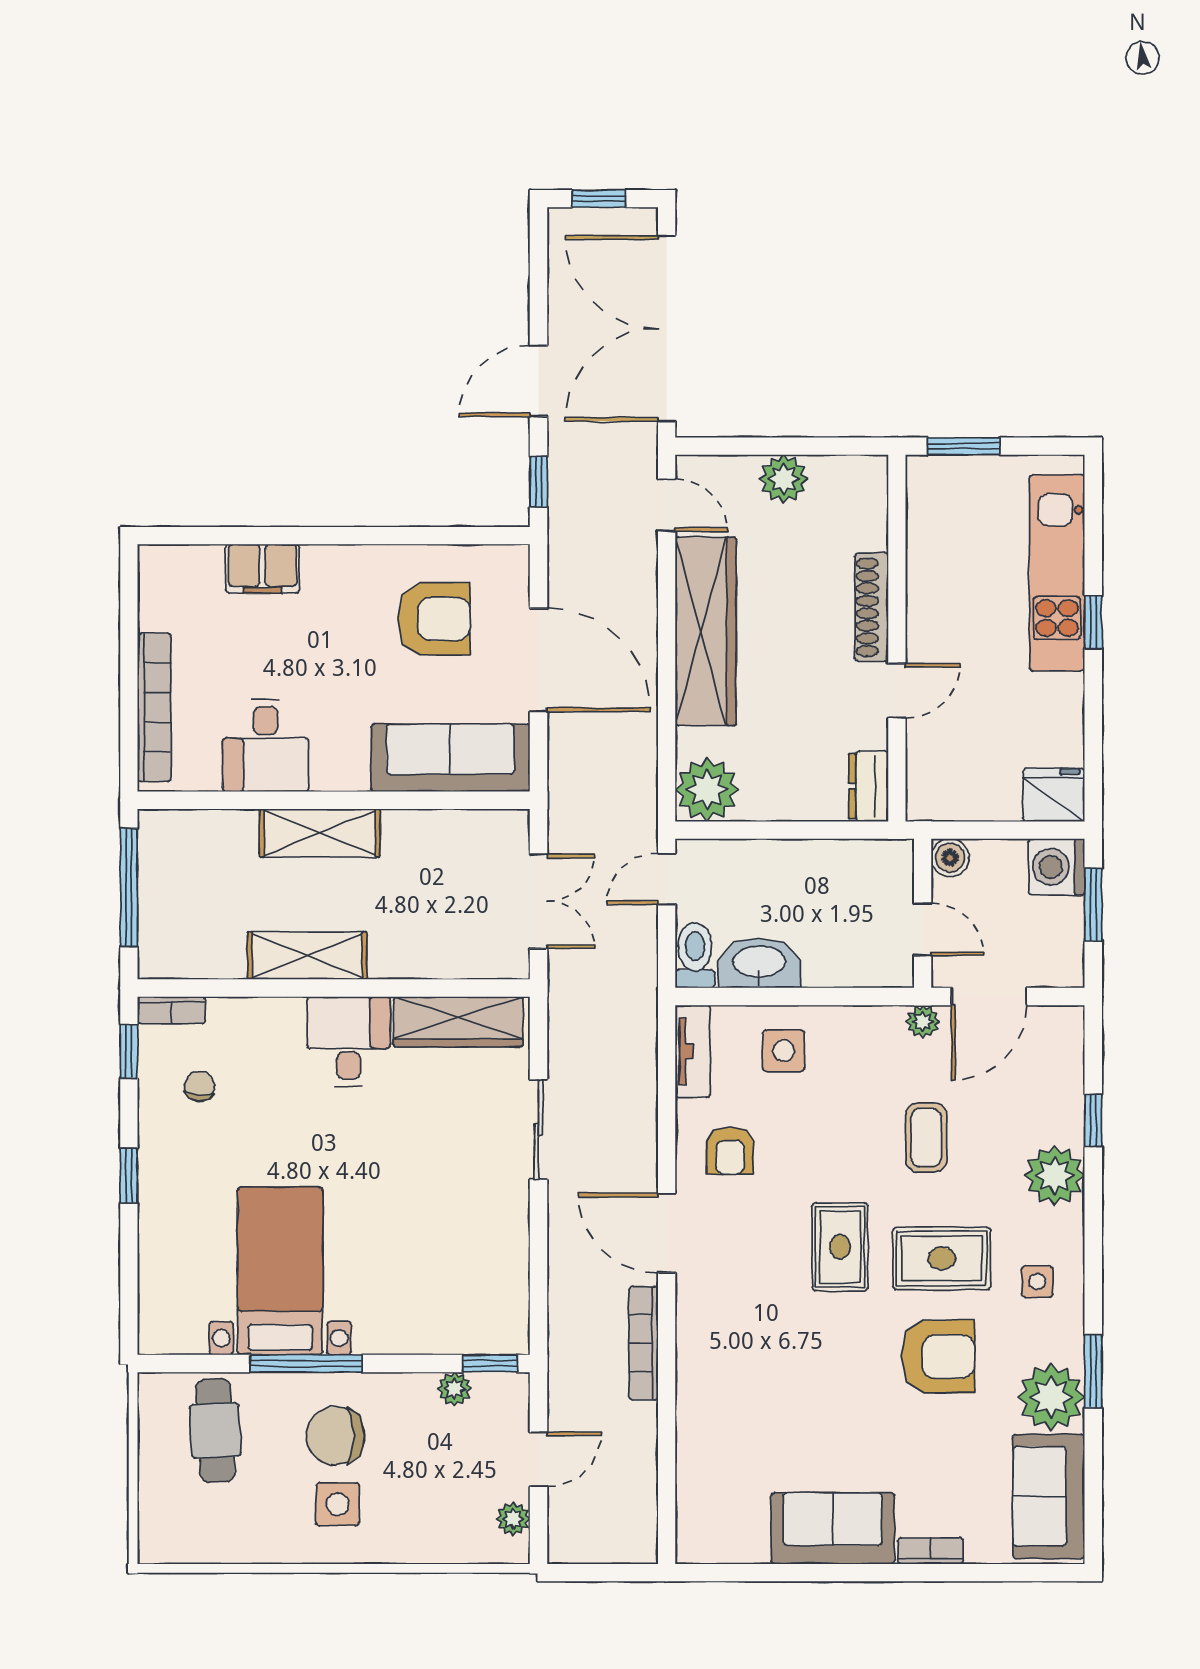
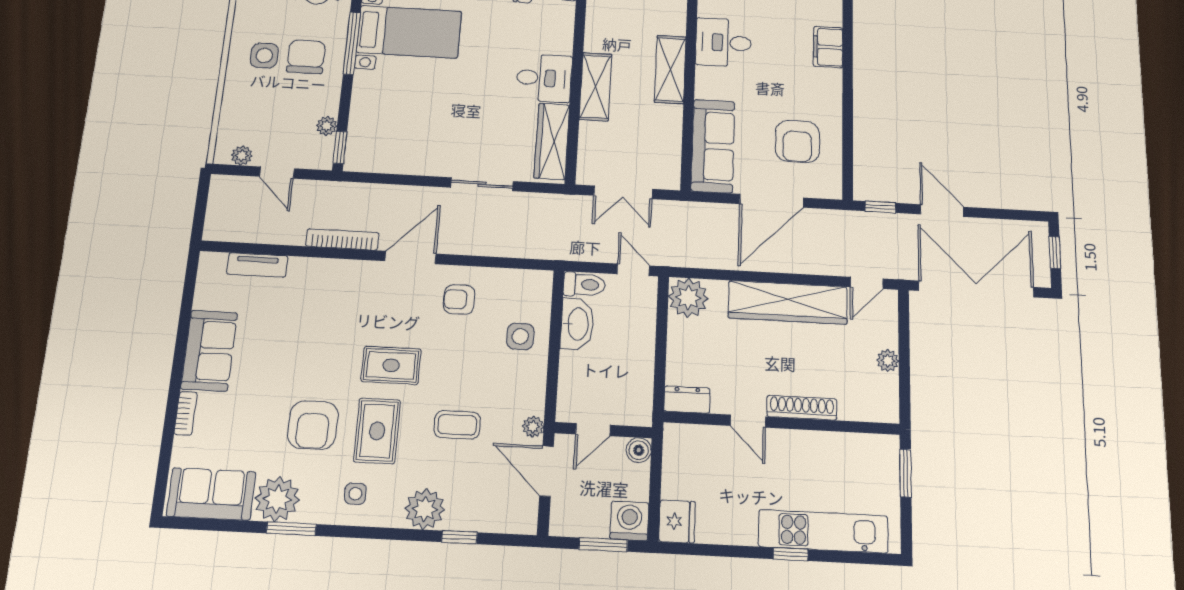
plant: (784, 479) -> (888, 361), width x0.73, depth x0.73
shelving: (307, 956) -> (595, 87), moved
tv unit: (693, 1051) -> (257, 265), moved

